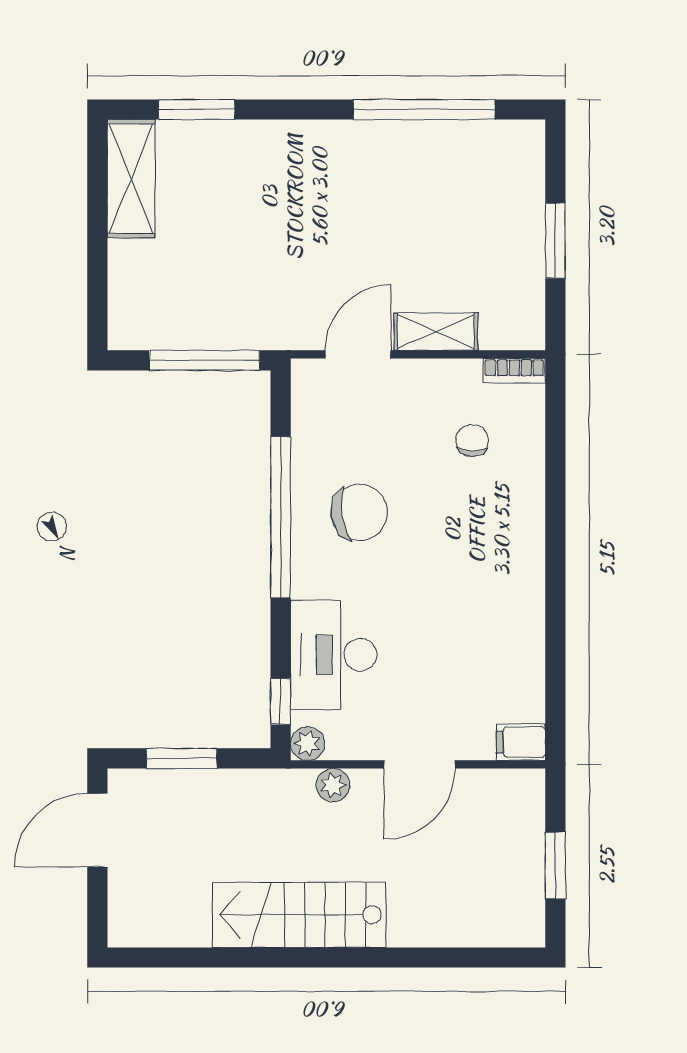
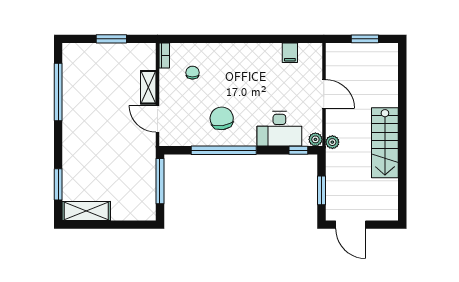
chair: (472, 440) -> (192, 73), turned 88
filing cabinet: (521, 742) -> (290, 53), moved
plant: (333, 785) -> (332, 142), moved

